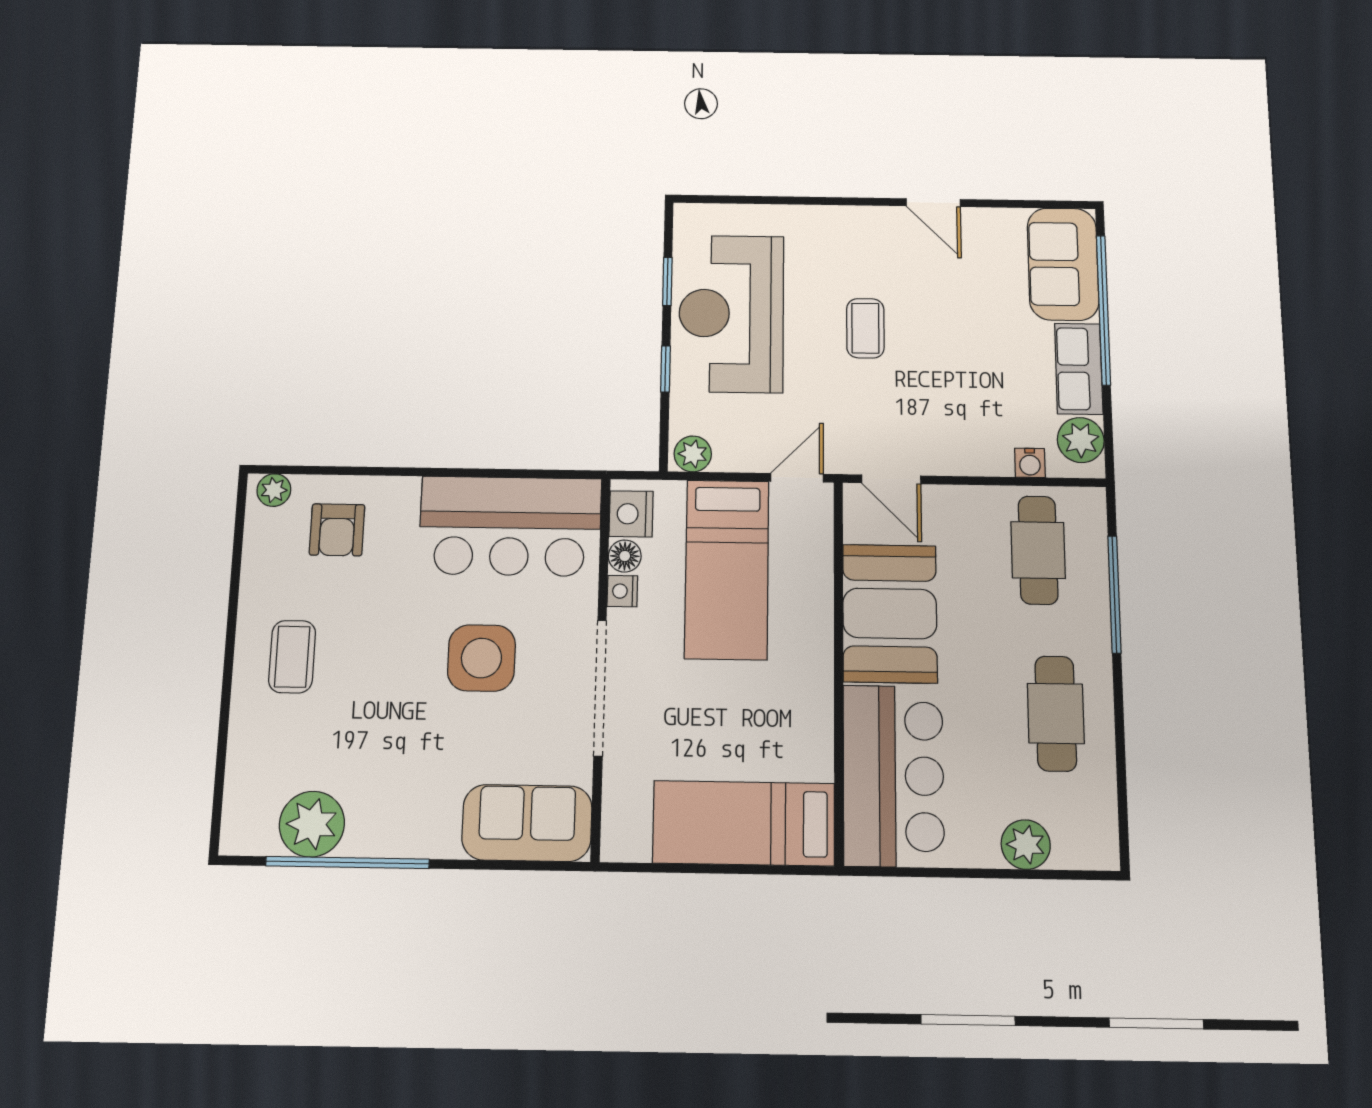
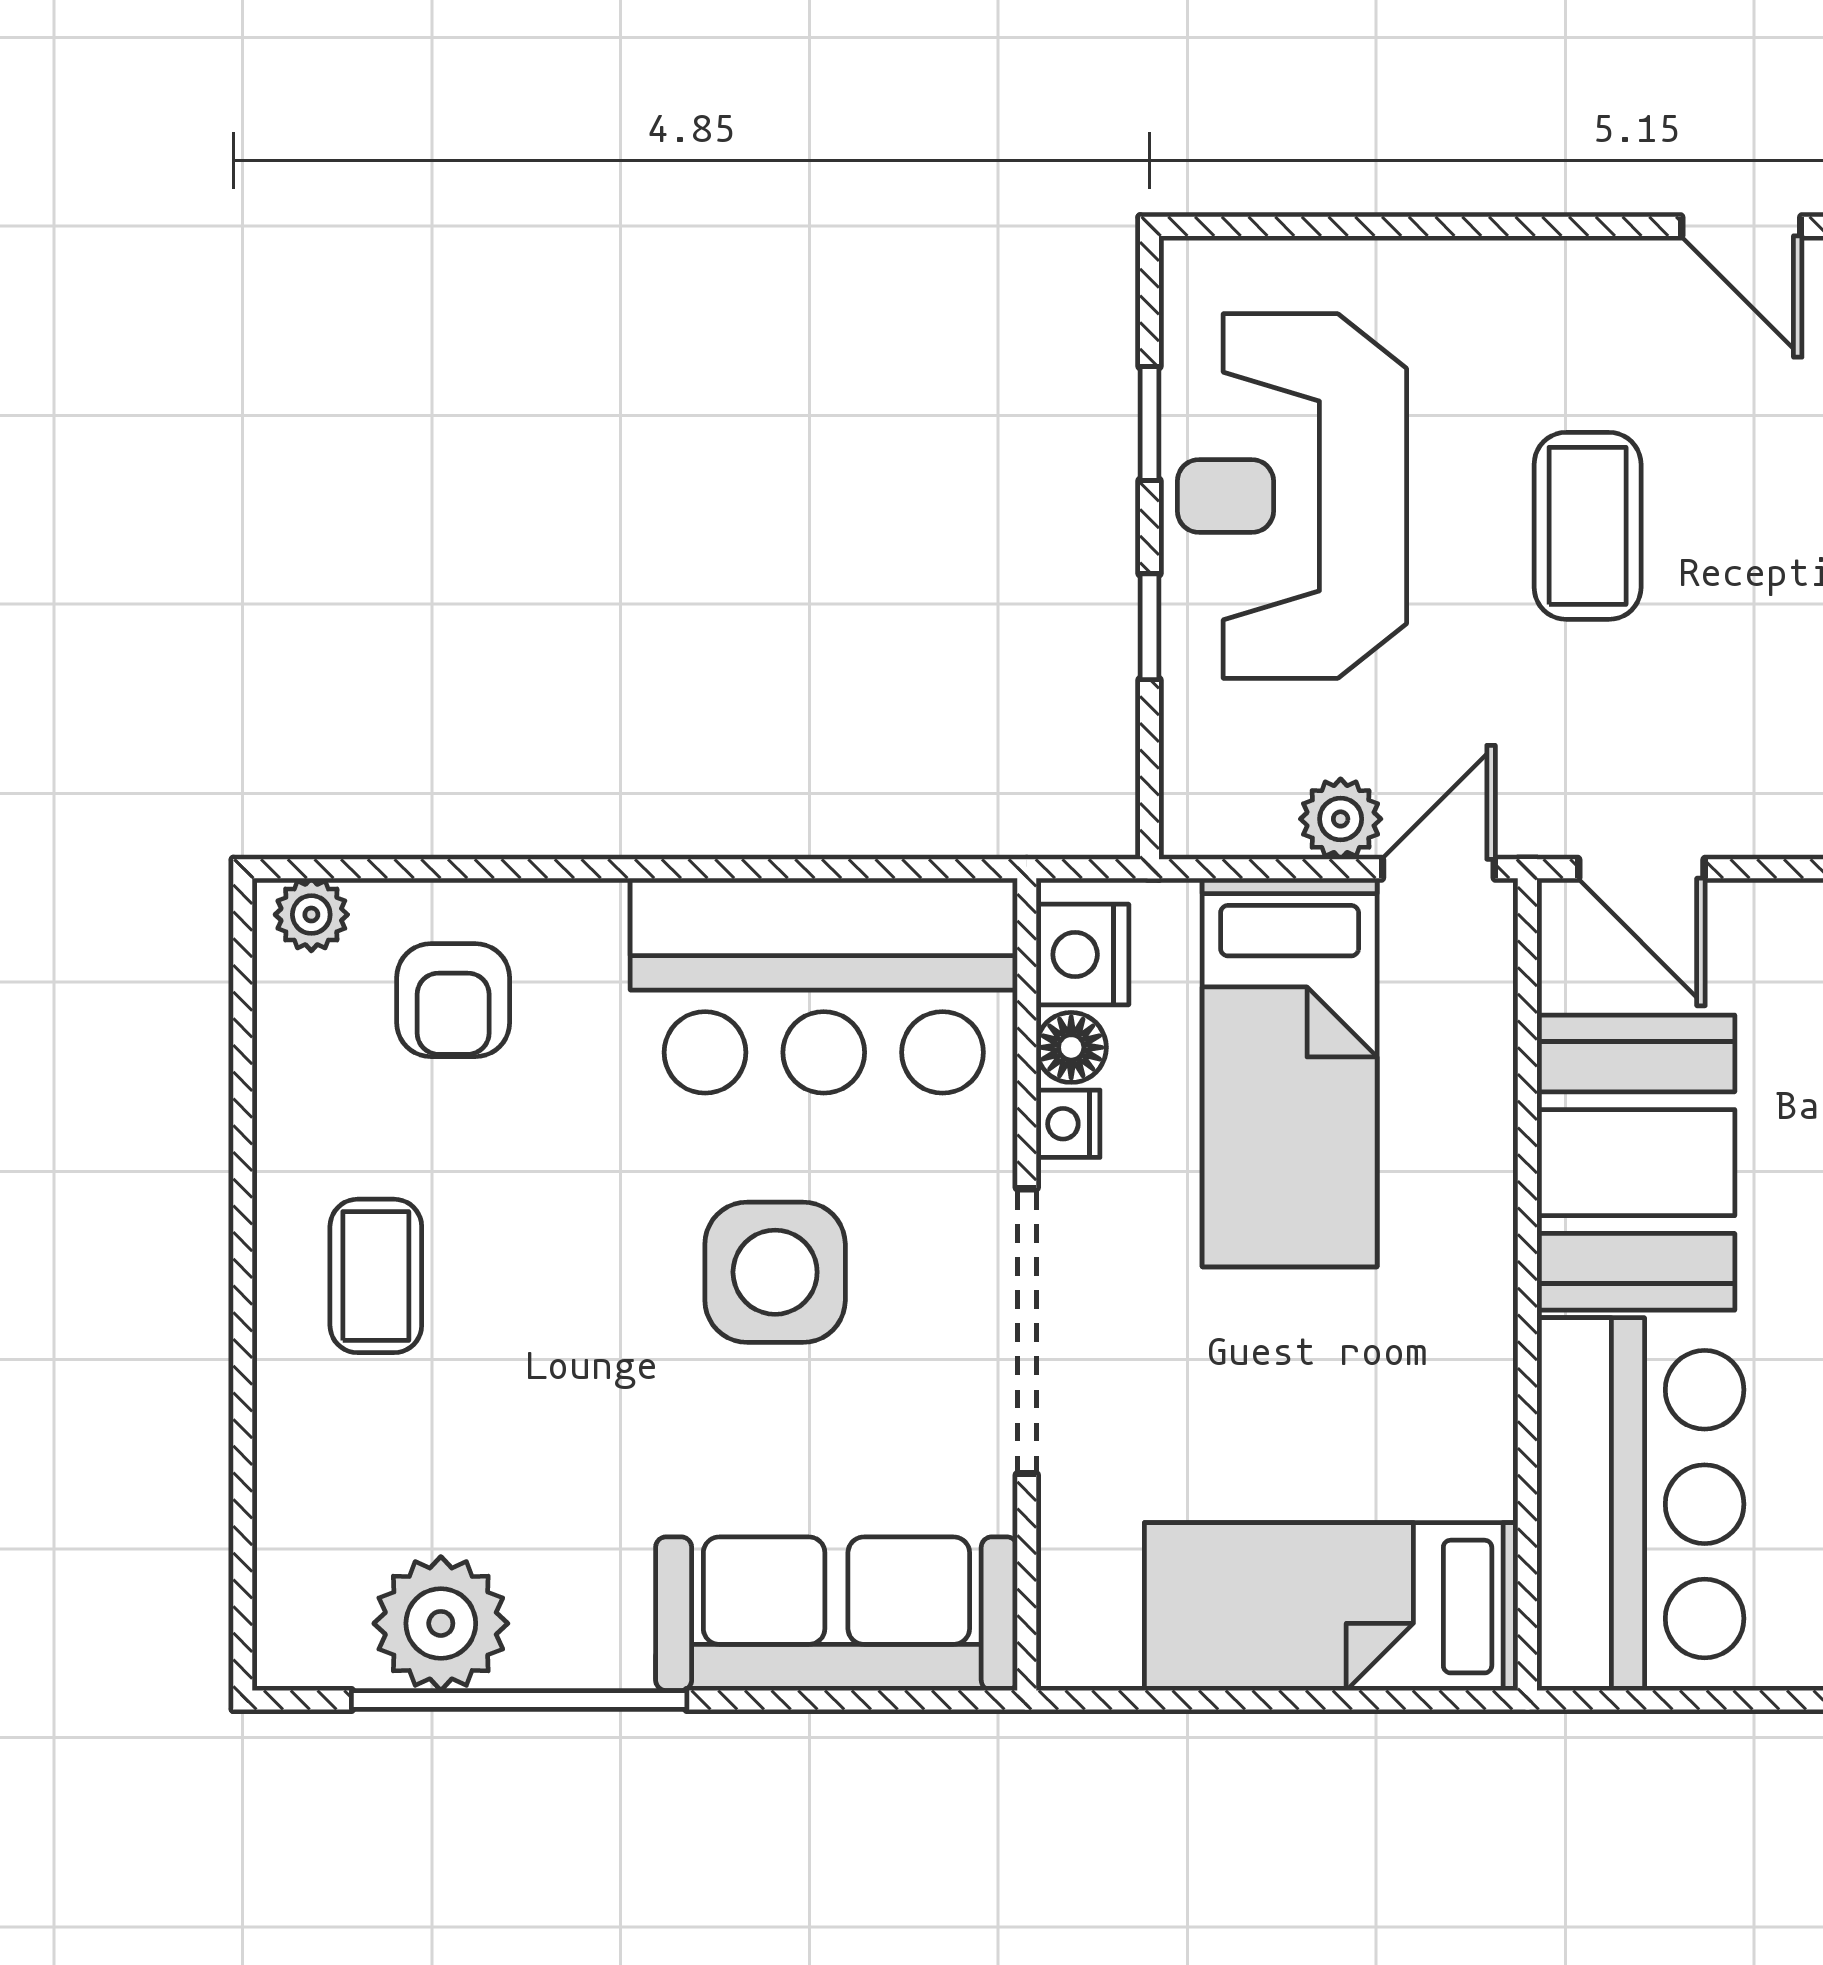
coffee table: (865, 328) -> (1588, 526), width x1.36, depth x1.30
plant: (693, 454) -> (1341, 819), moved
sofa: (527, 823) -> (836, 1614), width x1.36

